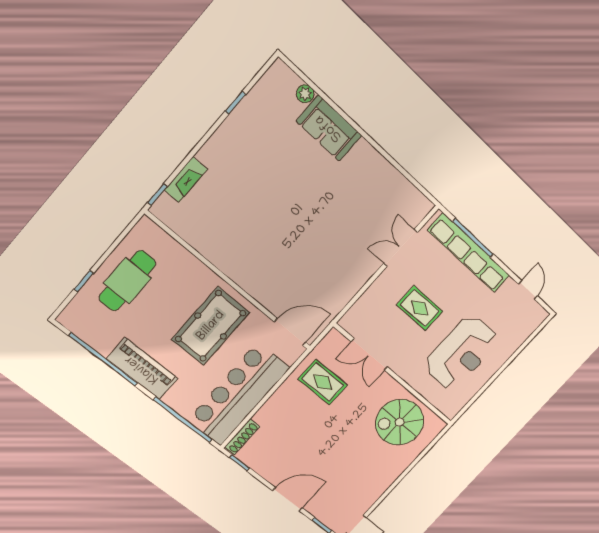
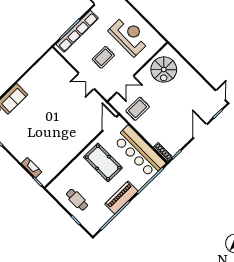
double door: (401, 248) -> (86, 81), moved
cafe table: (127, 281) -> (77, 200), width x0.73, depth x0.74

